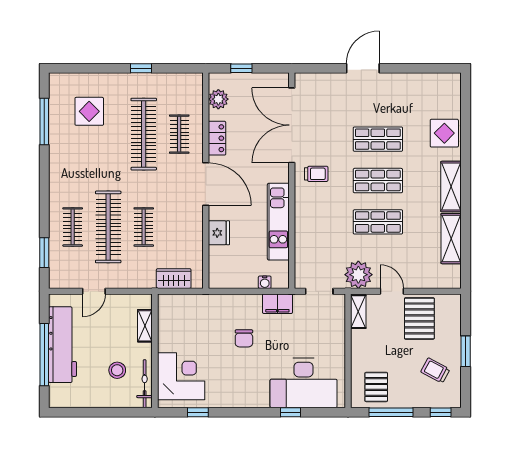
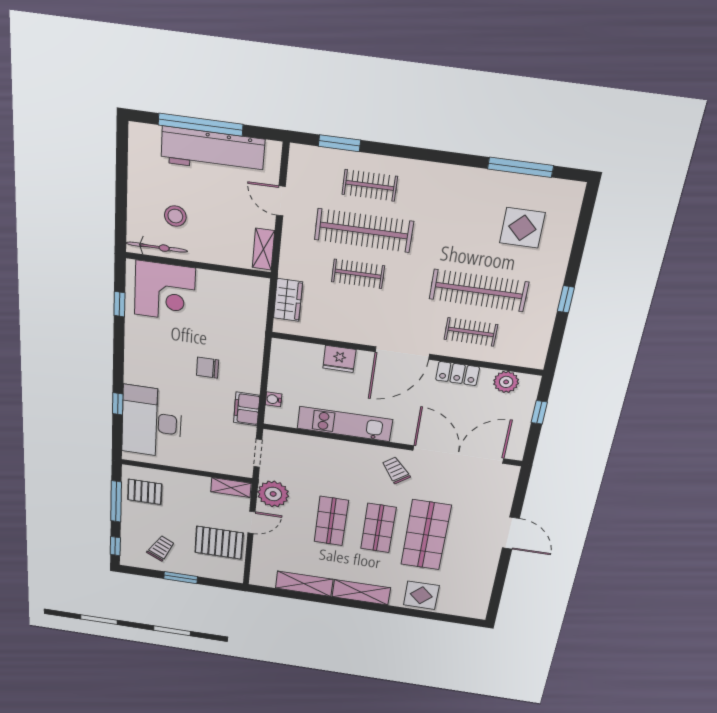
shop shelf: (378, 139) -> (426, 535), width x1.43, depth x1.36
trolley: (316, 174) -> (396, 470), turned 143
shelving: (145, 326) -> (263, 249), moved, turned 90

